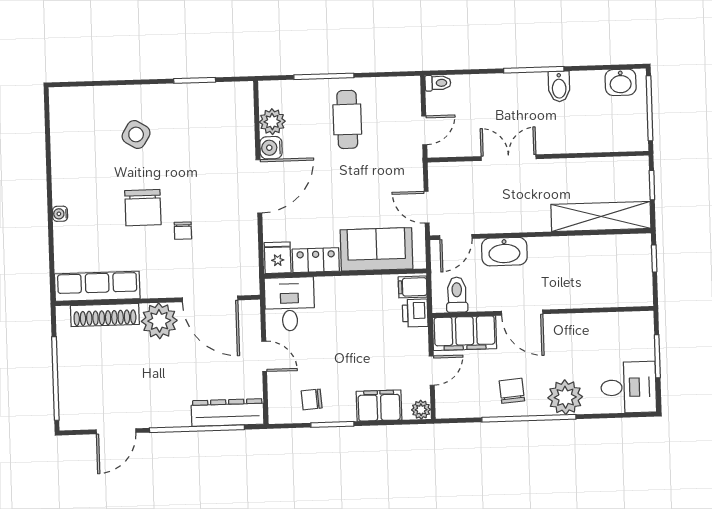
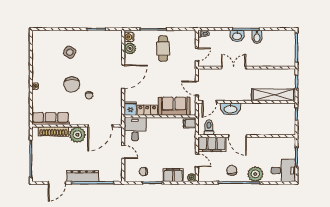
washbasin: (621, 82) -> (237, 36), moved
water cooler: (271, 148) -> (129, 37), moved
door: (210, 299) -> (100, 126), hinge flipped
printer: (415, 313) -> (190, 135), removed
door: (432, 371) -> (197, 160), hinge flipped
dresser: (228, 413) -> (83, 176), moved

